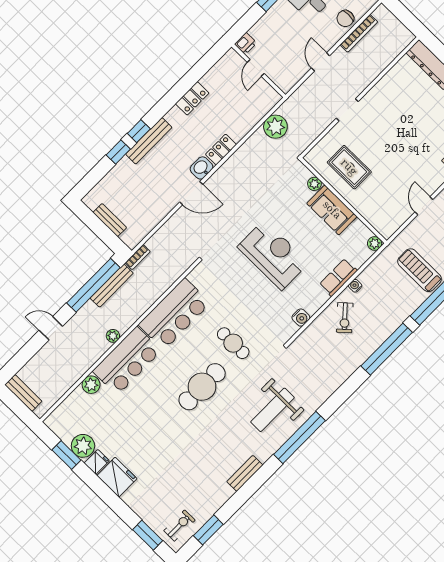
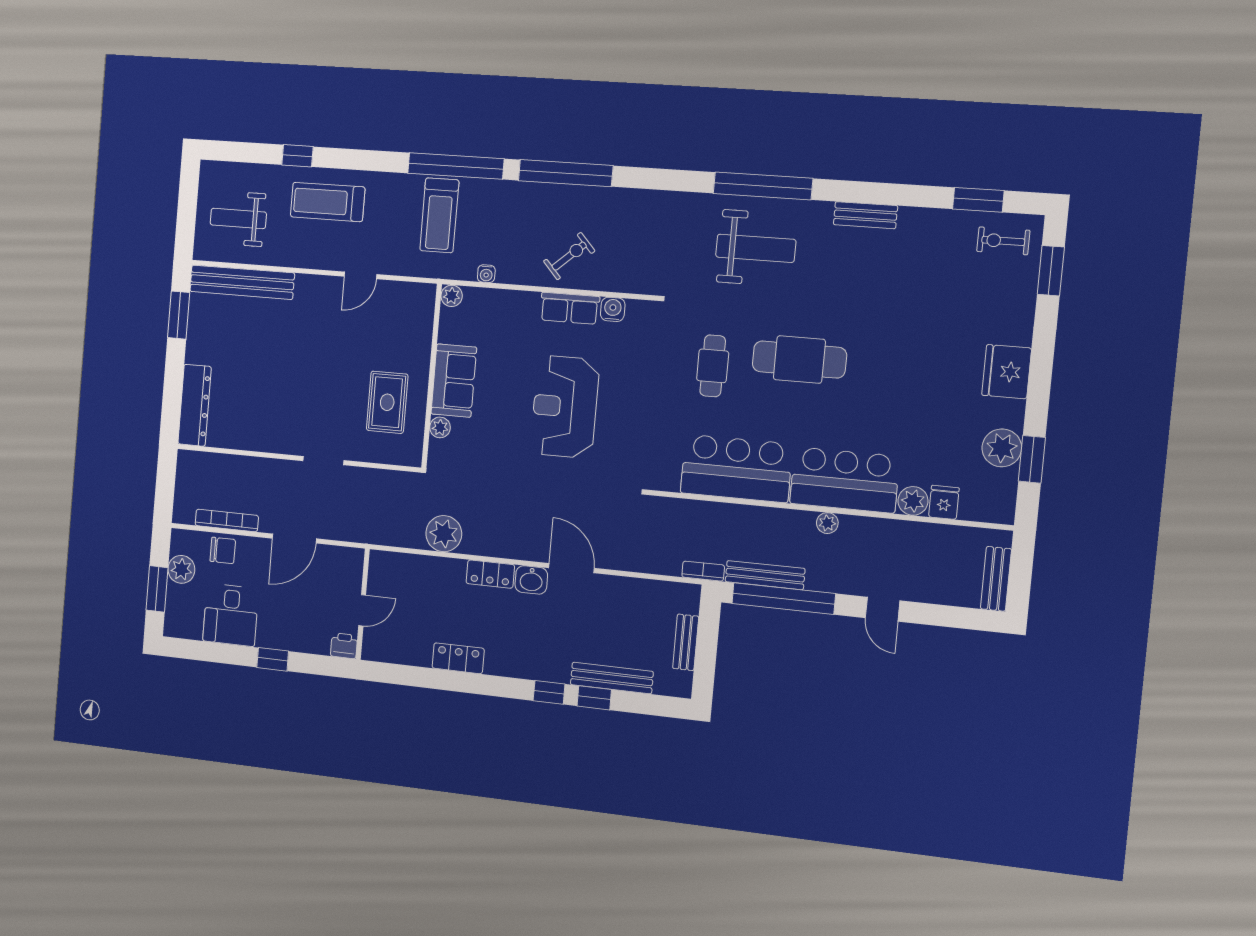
door: (321, 62) -> (294, 539), width x1.38
plant: (275, 127) -> (444, 534), moved
bench: (149, 141) -> (612, 678), moved
row of seats: (338, 277) -> (570, 308), moved
water cooler: (355, 286) -> (486, 274), moved
fridge: (97, 462) -> (944, 502), moved, turned 90

